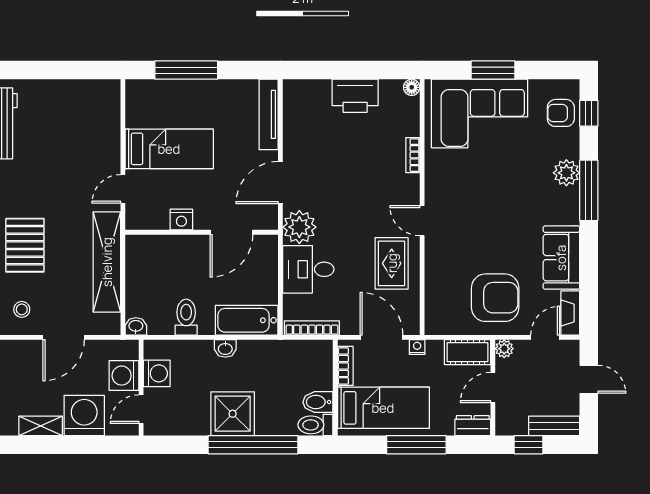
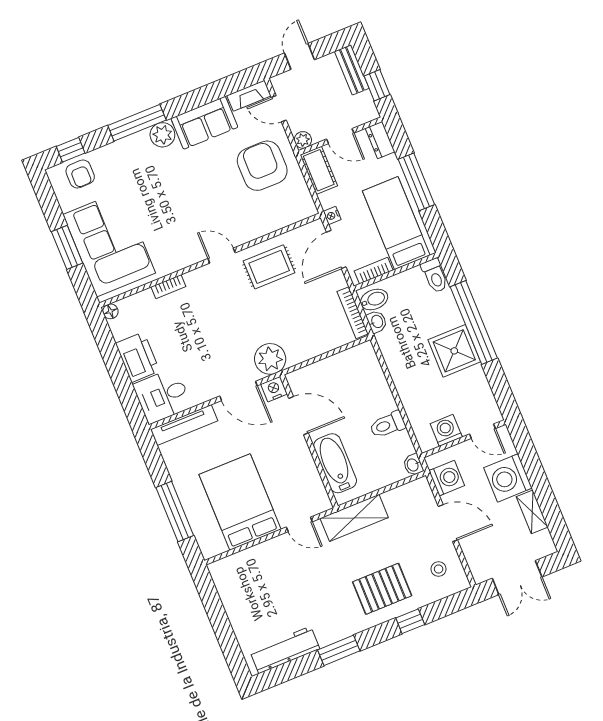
bed: (169, 149) -> (240, 502), width x1.50
plant: (566, 173) -> (162, 135), moved
nightstand: (181, 220) -> (274, 389), moved, turned -90
door: (422, 221) -> (222, 256), swing flipped
shelving: (107, 262) -> (354, 518), width x0.68
desk: (308, 269) -> (162, 396), moved, turned 90
bathtub: (247, 320) -> (335, 463), moved, turned 180
washbasin: (225, 348) -> (377, 322), moved
washing machine: (124, 376) -> (447, 478), moved, turned -90
bidet: (318, 402) -> (374, 299), moved, turned -90

